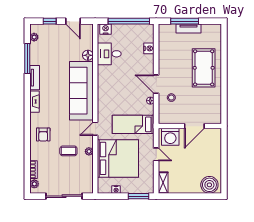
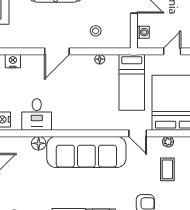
nightstand: (149, 48) -> (13, 61), moved
door: (156, 84) -> (57, 51), moved
washing machine: (170, 137) -> (143, 32), width x0.53, depth x0.53

